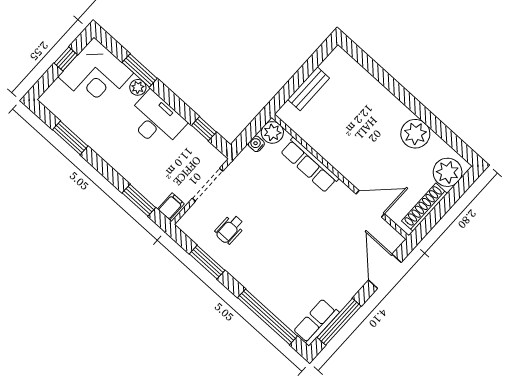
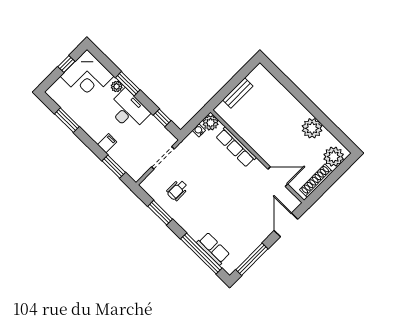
window: (140, 70) -> (128, 84), moved
filing cabinet: (171, 206) -> (107, 143), moved
row of seats: (316, 322) -> (213, 249), moved, turned 90

